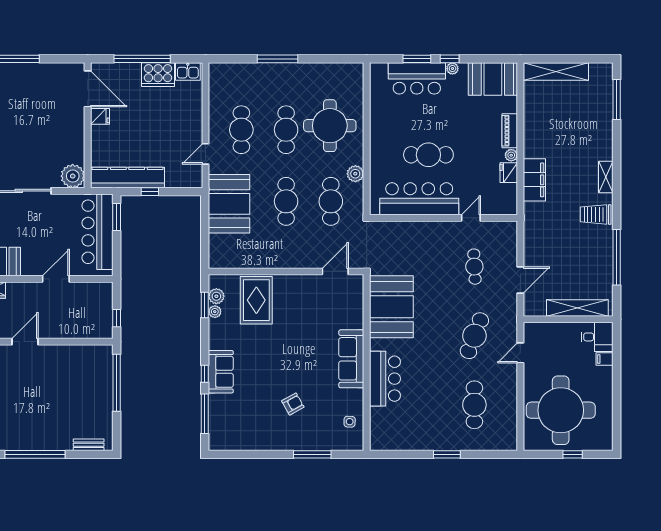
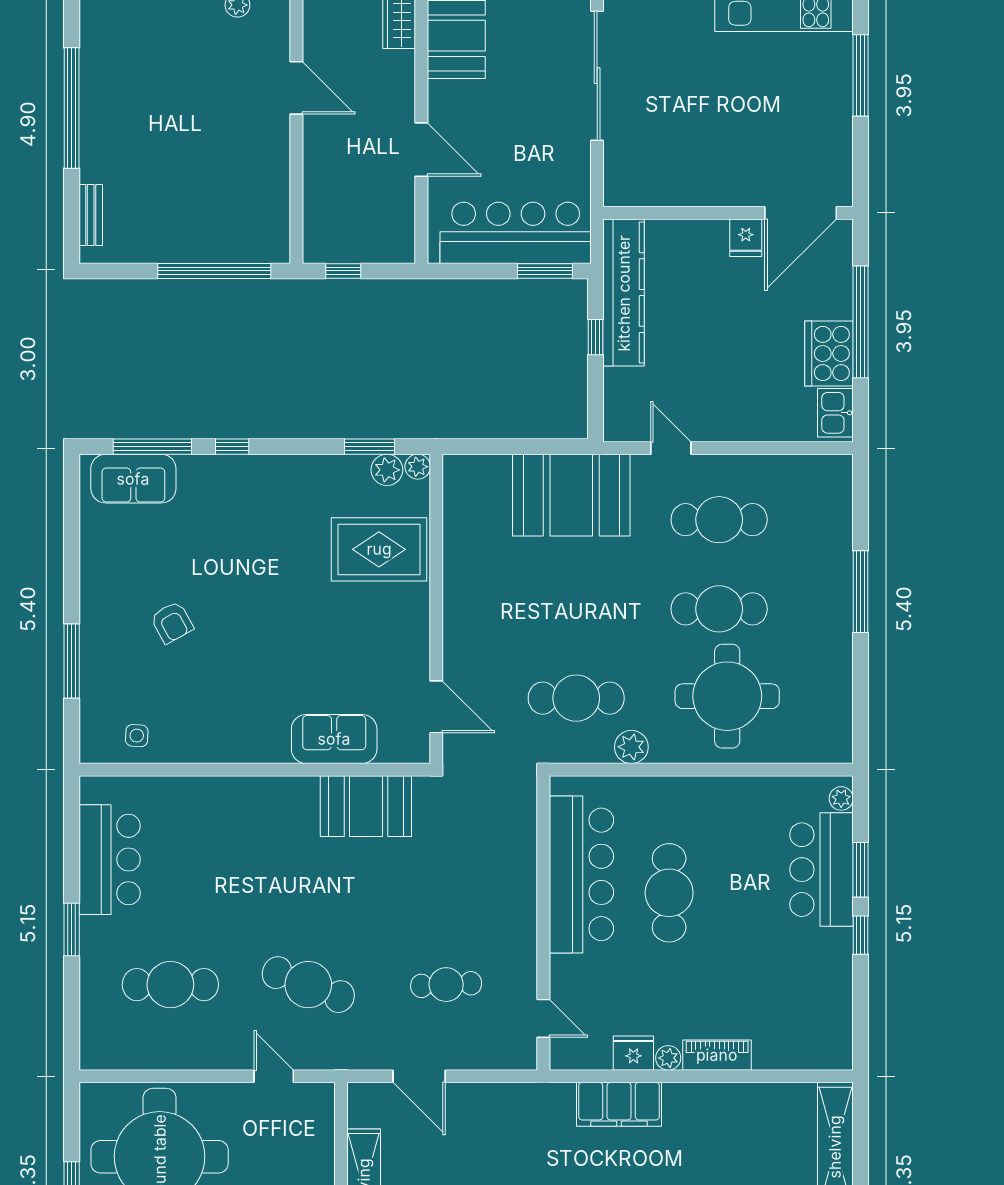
plant: (452, 69) -> (841, 798), moved
booth: (493, 79) -> (820, 1021), removed
plant: (73, 176) -> (627, 183), removed
cafe table: (286, 201) -> (576, 609), removed
door: (471, 218) -> (543, 1018), moved
booth: (391, 307) -> (366, 806), width x0.73, depth x0.70
plant: (215, 312) -> (418, 467), moved
sofa: (351, 359) -> (334, 739), moved, width x0.73
sofa: (221, 372) -> (133, 479), moved
bar counter: (385, 379) -> (110, 860), moved, turned -90

